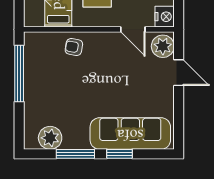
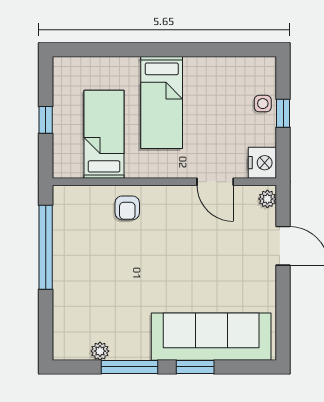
plant: (163, 46) -> (267, 199), width x0.53, depth x0.53
armchair: (74, 47) -> (127, 208), turned -100
plant: (50, 138) -> (100, 351), width x0.53, depth x0.53

